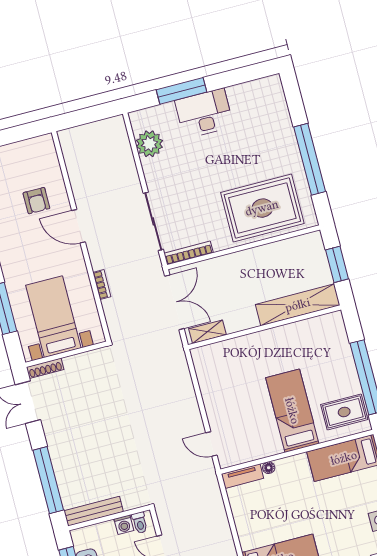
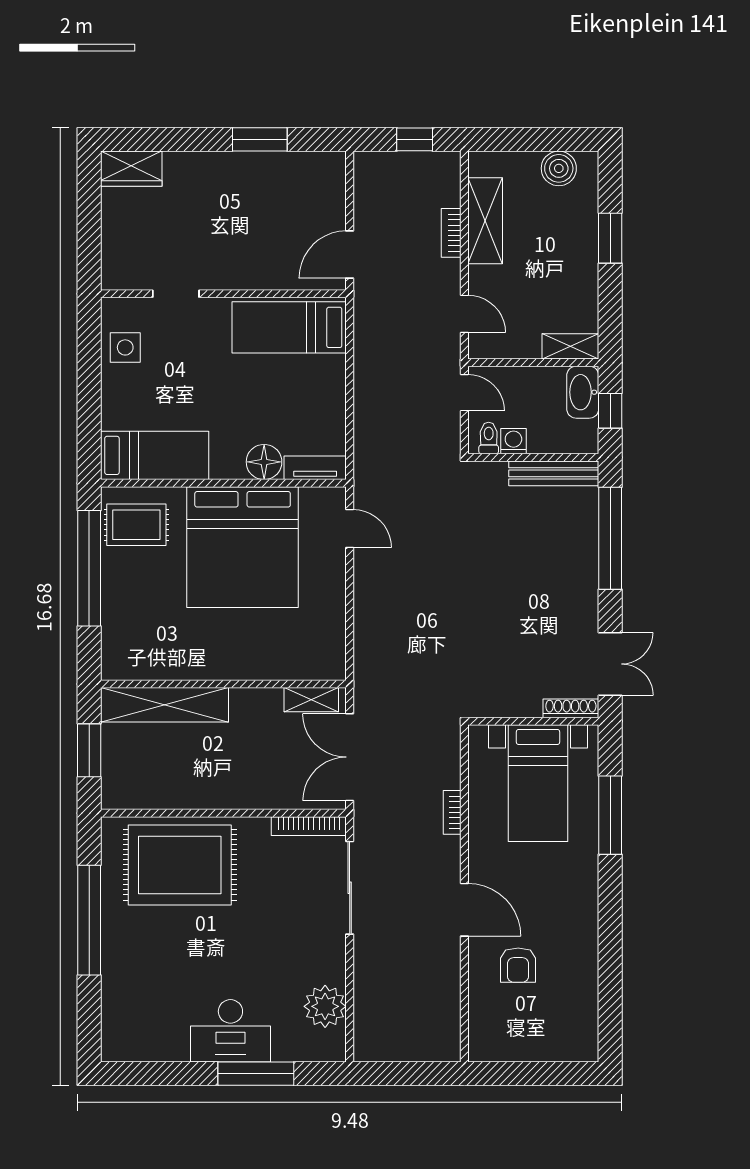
armchair: (36, 201) -> (518, 965), turned 180
bed: (292, 411) -> (243, 547), width x2.04
floor lamp: (269, 468) -> (264, 462), width x1.89, depth x1.89

